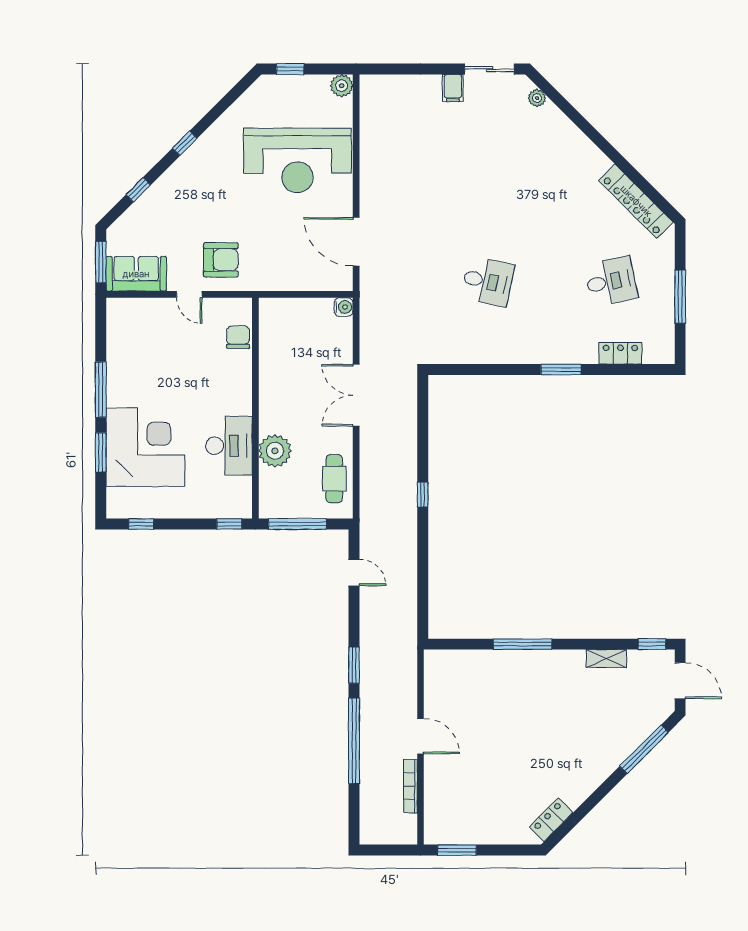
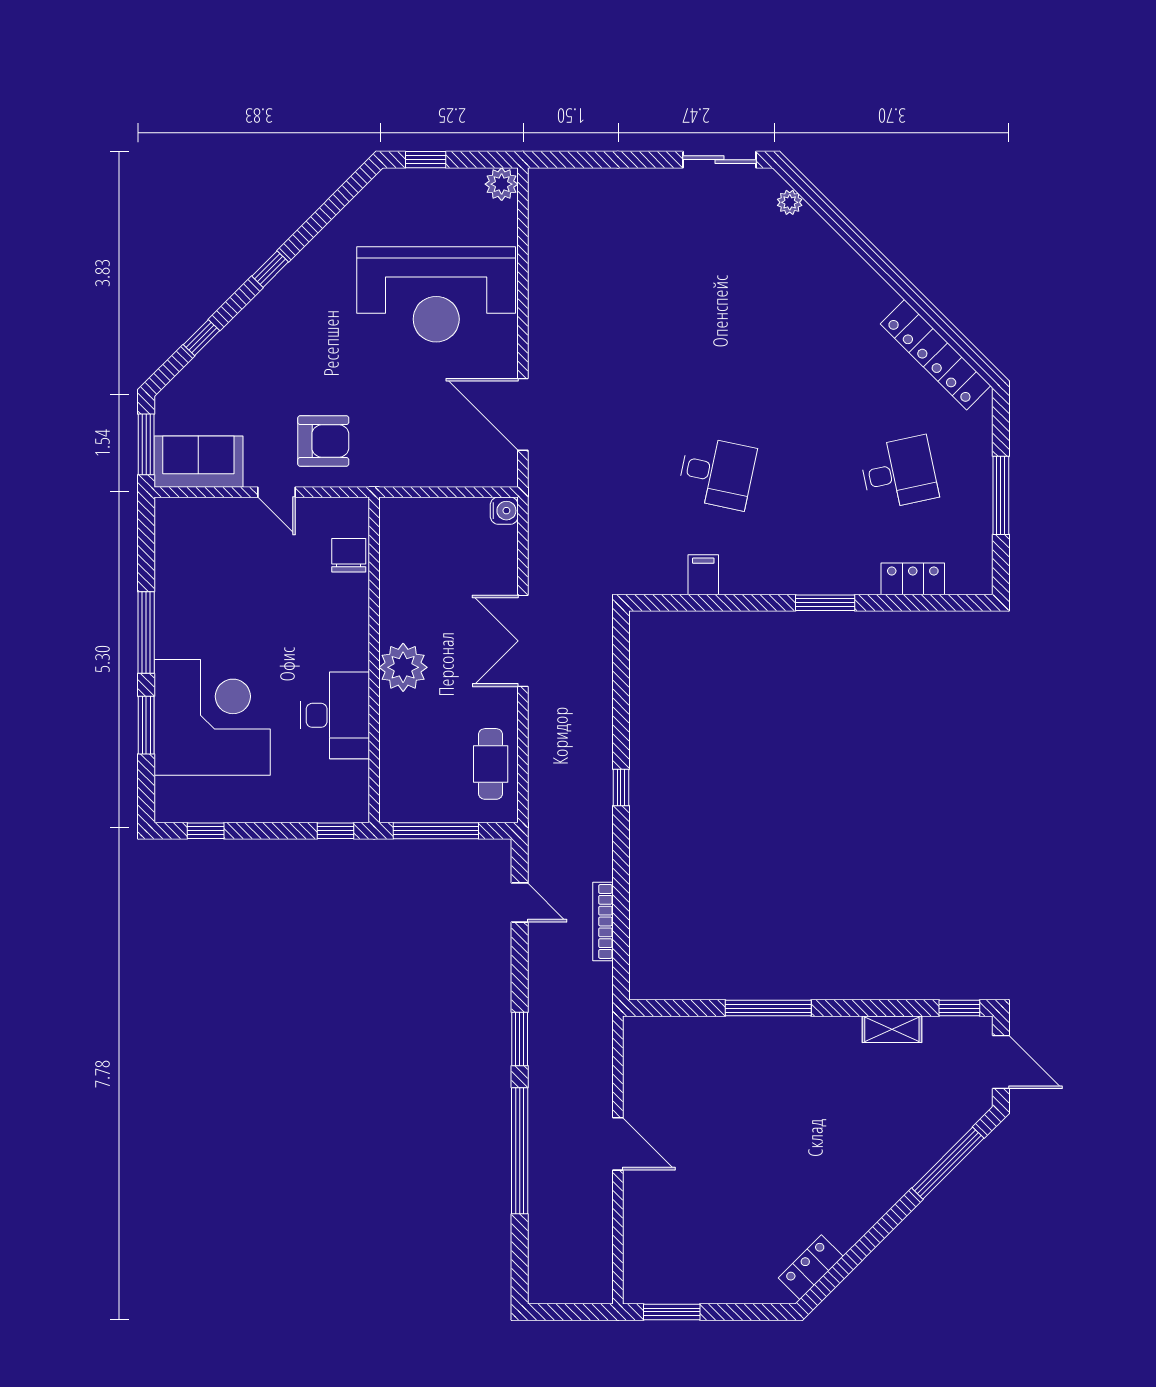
filing cabinet: (453, 88) -> (703, 575), moved, turned 180
plant: (275, 451) -> (403, 667), moved
bookcase: (410, 786) -> (603, 921), moved

